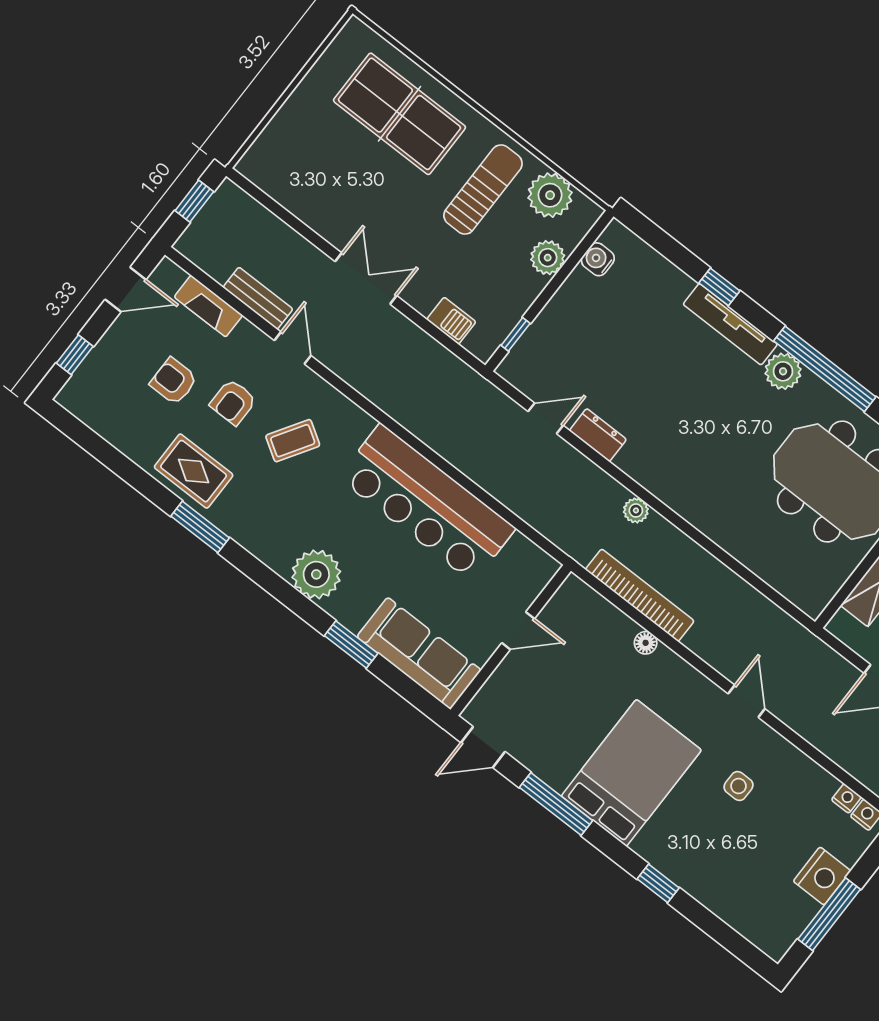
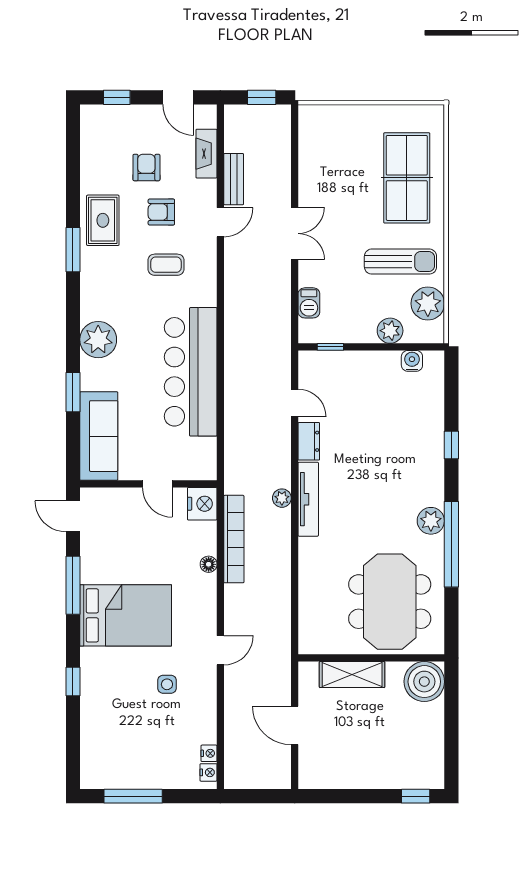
tv unit: (730, 324) -> (308, 499), moved, turned 180
coffee table: (293, 441) -> (166, 265), turned -32
nightstand: (822, 876) -> (202, 504), moved, turned -90

